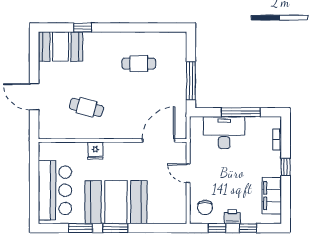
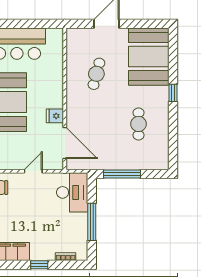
window: (83, 28) -> (173, 93), moved
booth: (60, 47) -> (149, 57), width x1.36, depth x1.42
desk: (224, 133) -> (72, 192), moved
fridge: (95, 151) -> (55, 116), moved

